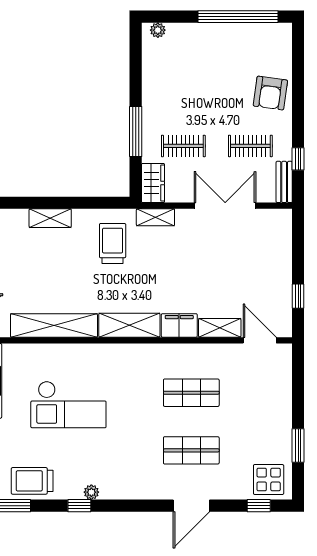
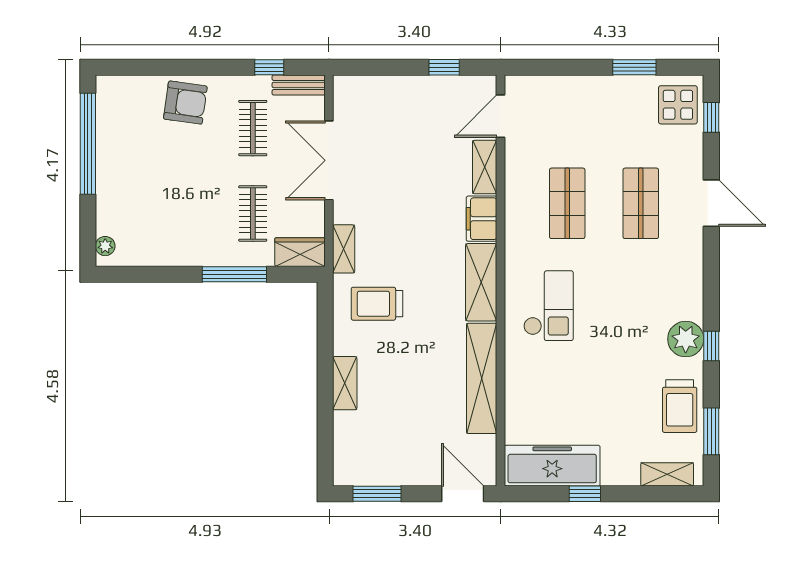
checkout: (68, 405) -> (548, 306), moved, width x0.73, depth x0.83
plant: (91, 492) -> (686, 339), width x1.87, depth x1.87

